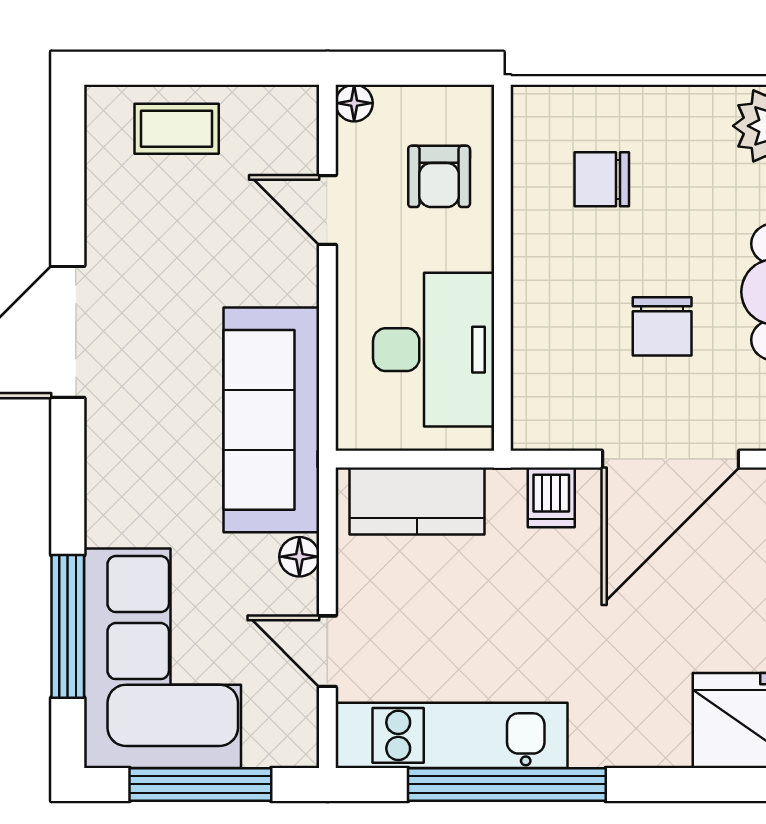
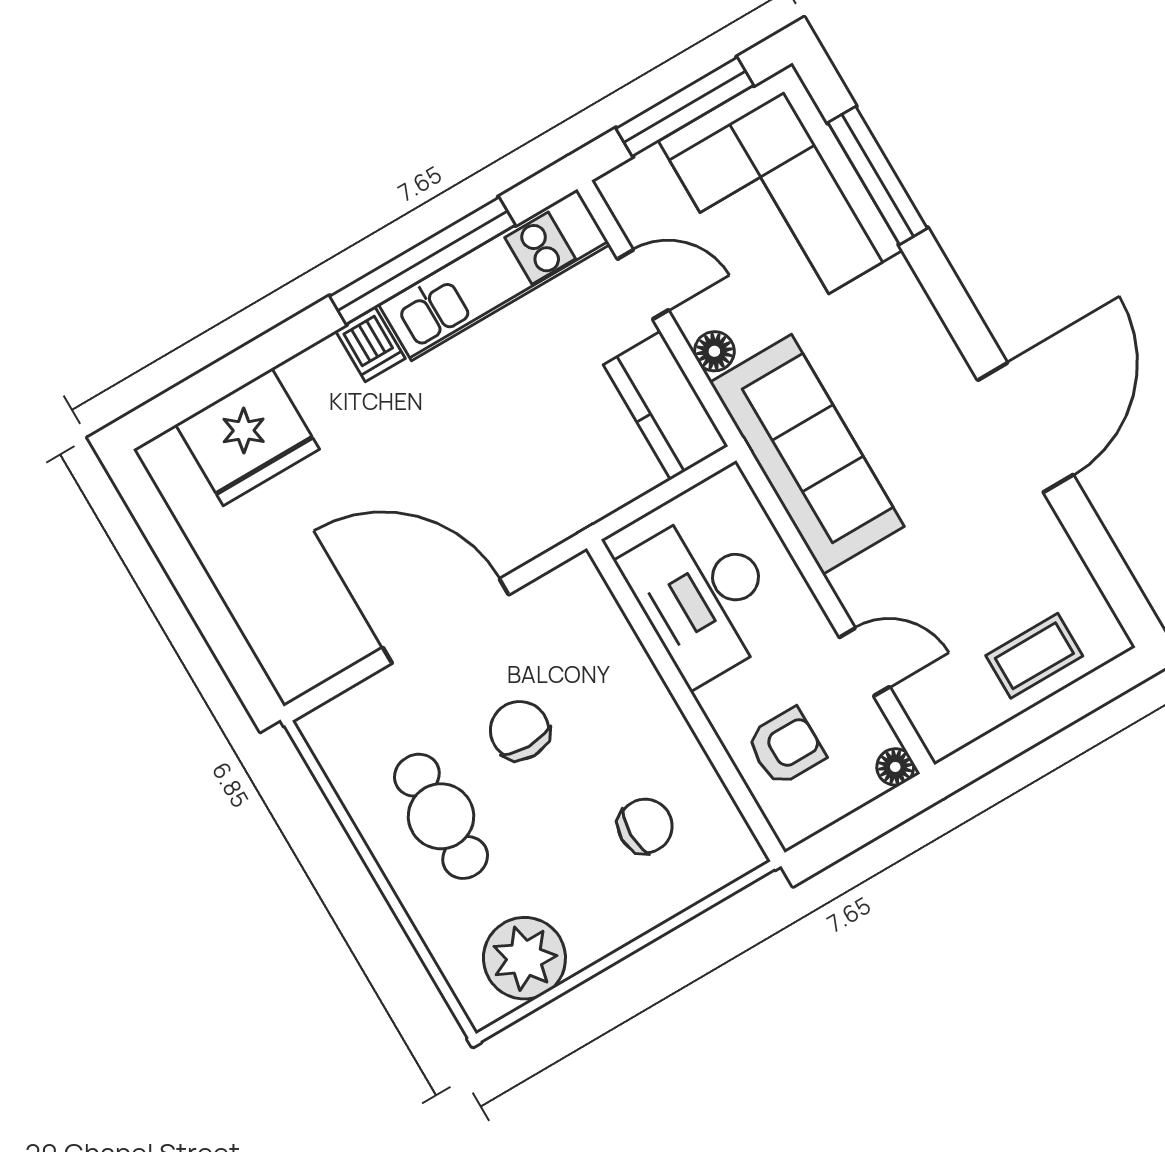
armchair: (439, 176) -> (786, 747), turned 90
door: (671, 459) -> (446, 621), hinge flipped
dishwasher: (551, 497) -> (370, 345), moved, turned 180
kitchen counter: (417, 501) -> (666, 405), moved, turned -90

